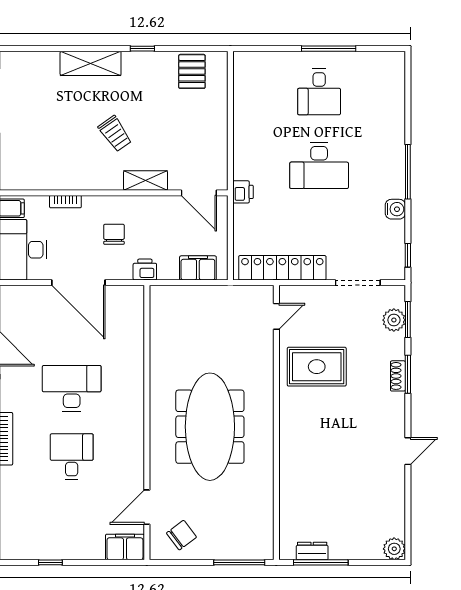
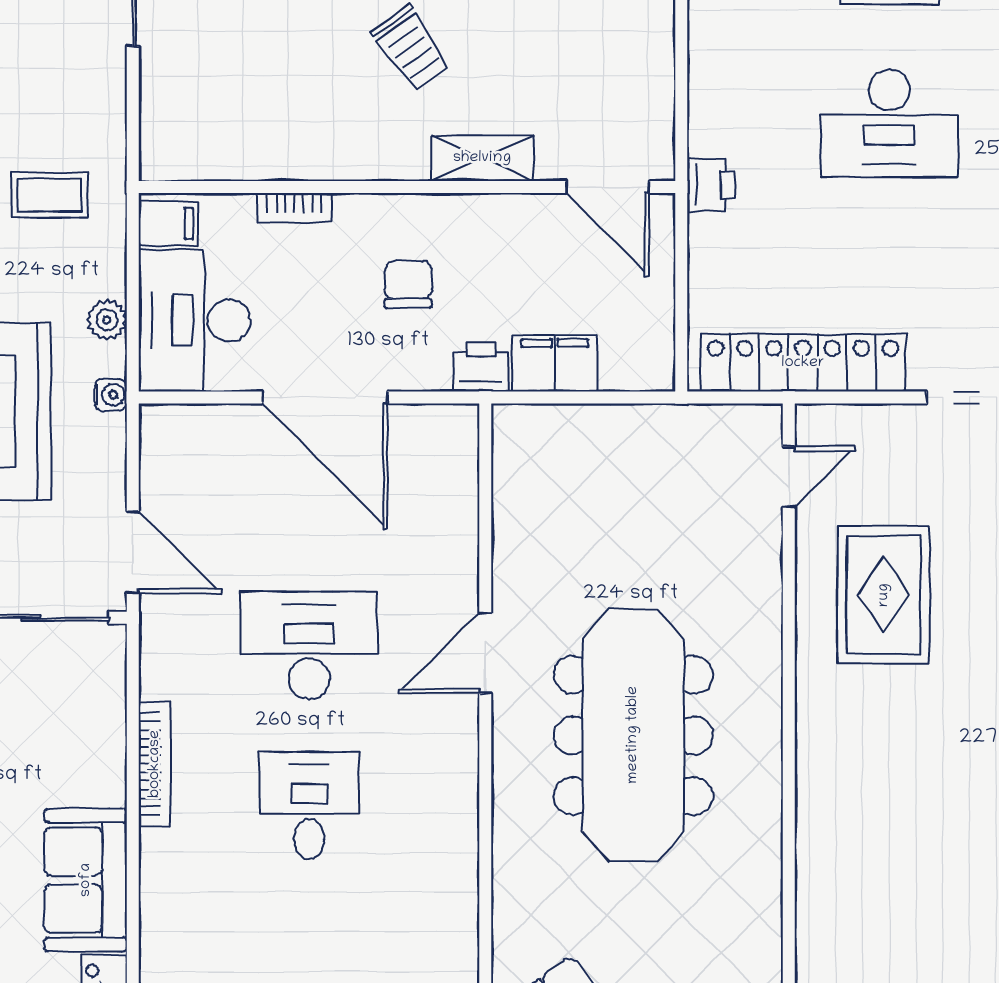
filing cabinet: (198, 268) -> (555, 363), moved
rug: (317, 367) -> (884, 595), turned 90
door: (147, 507) -> (485, 653), moved

